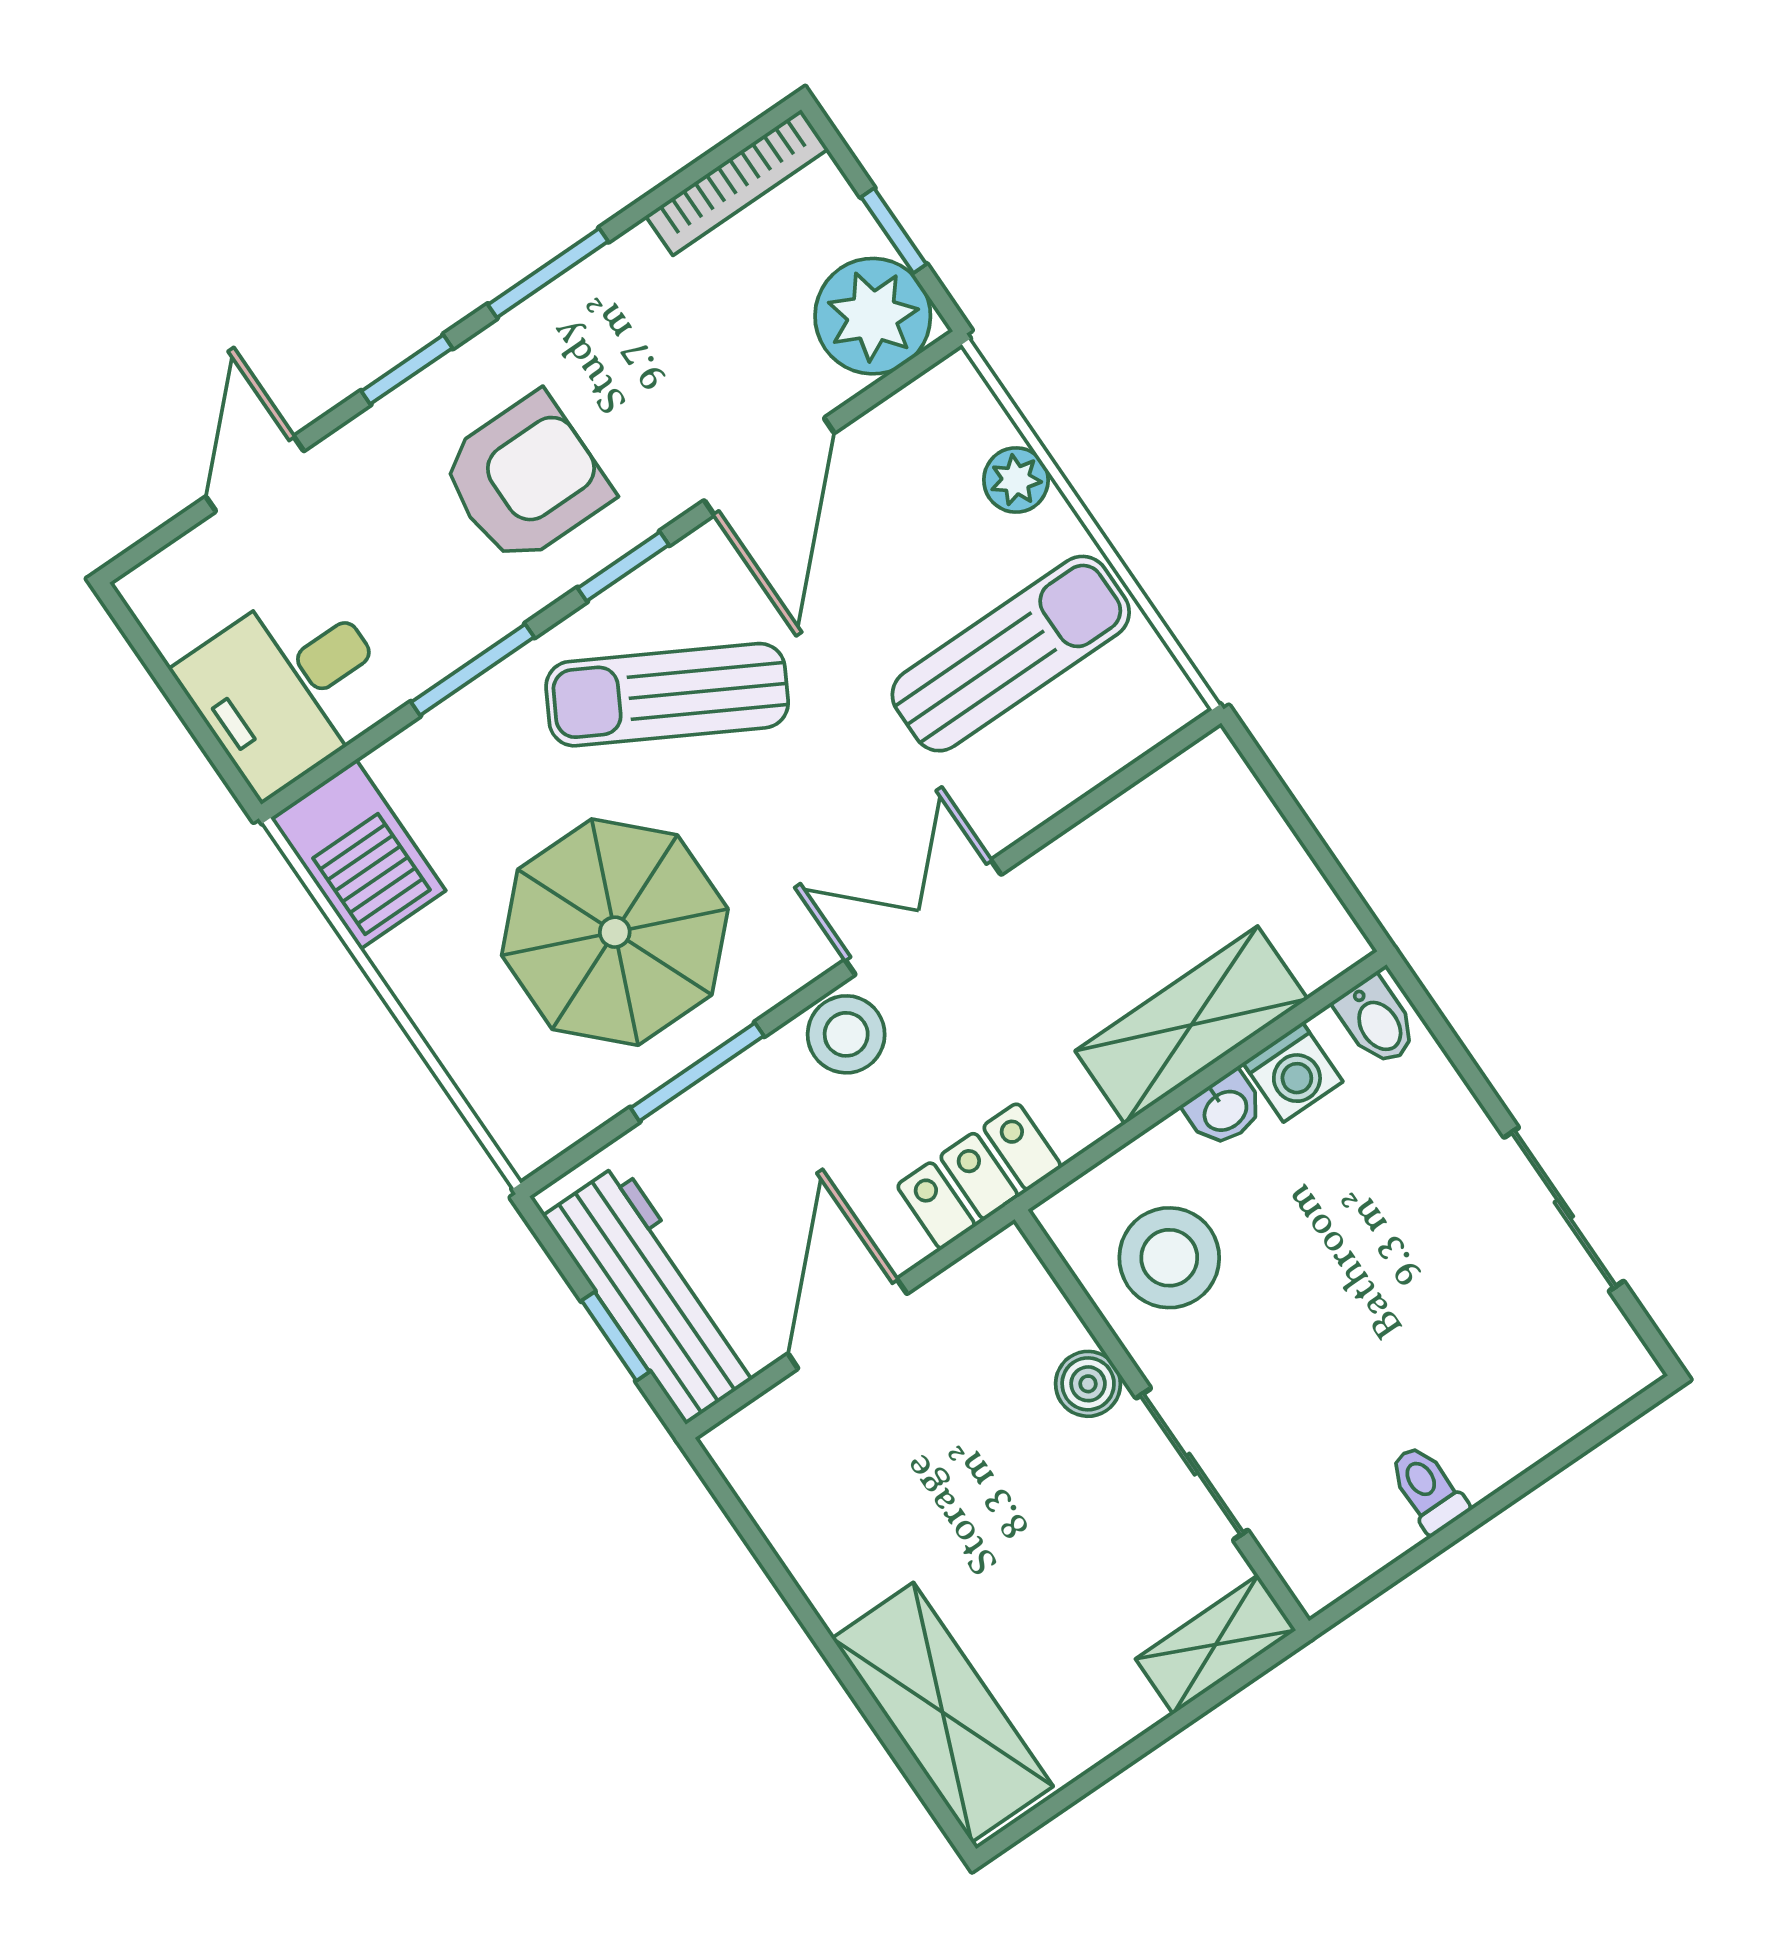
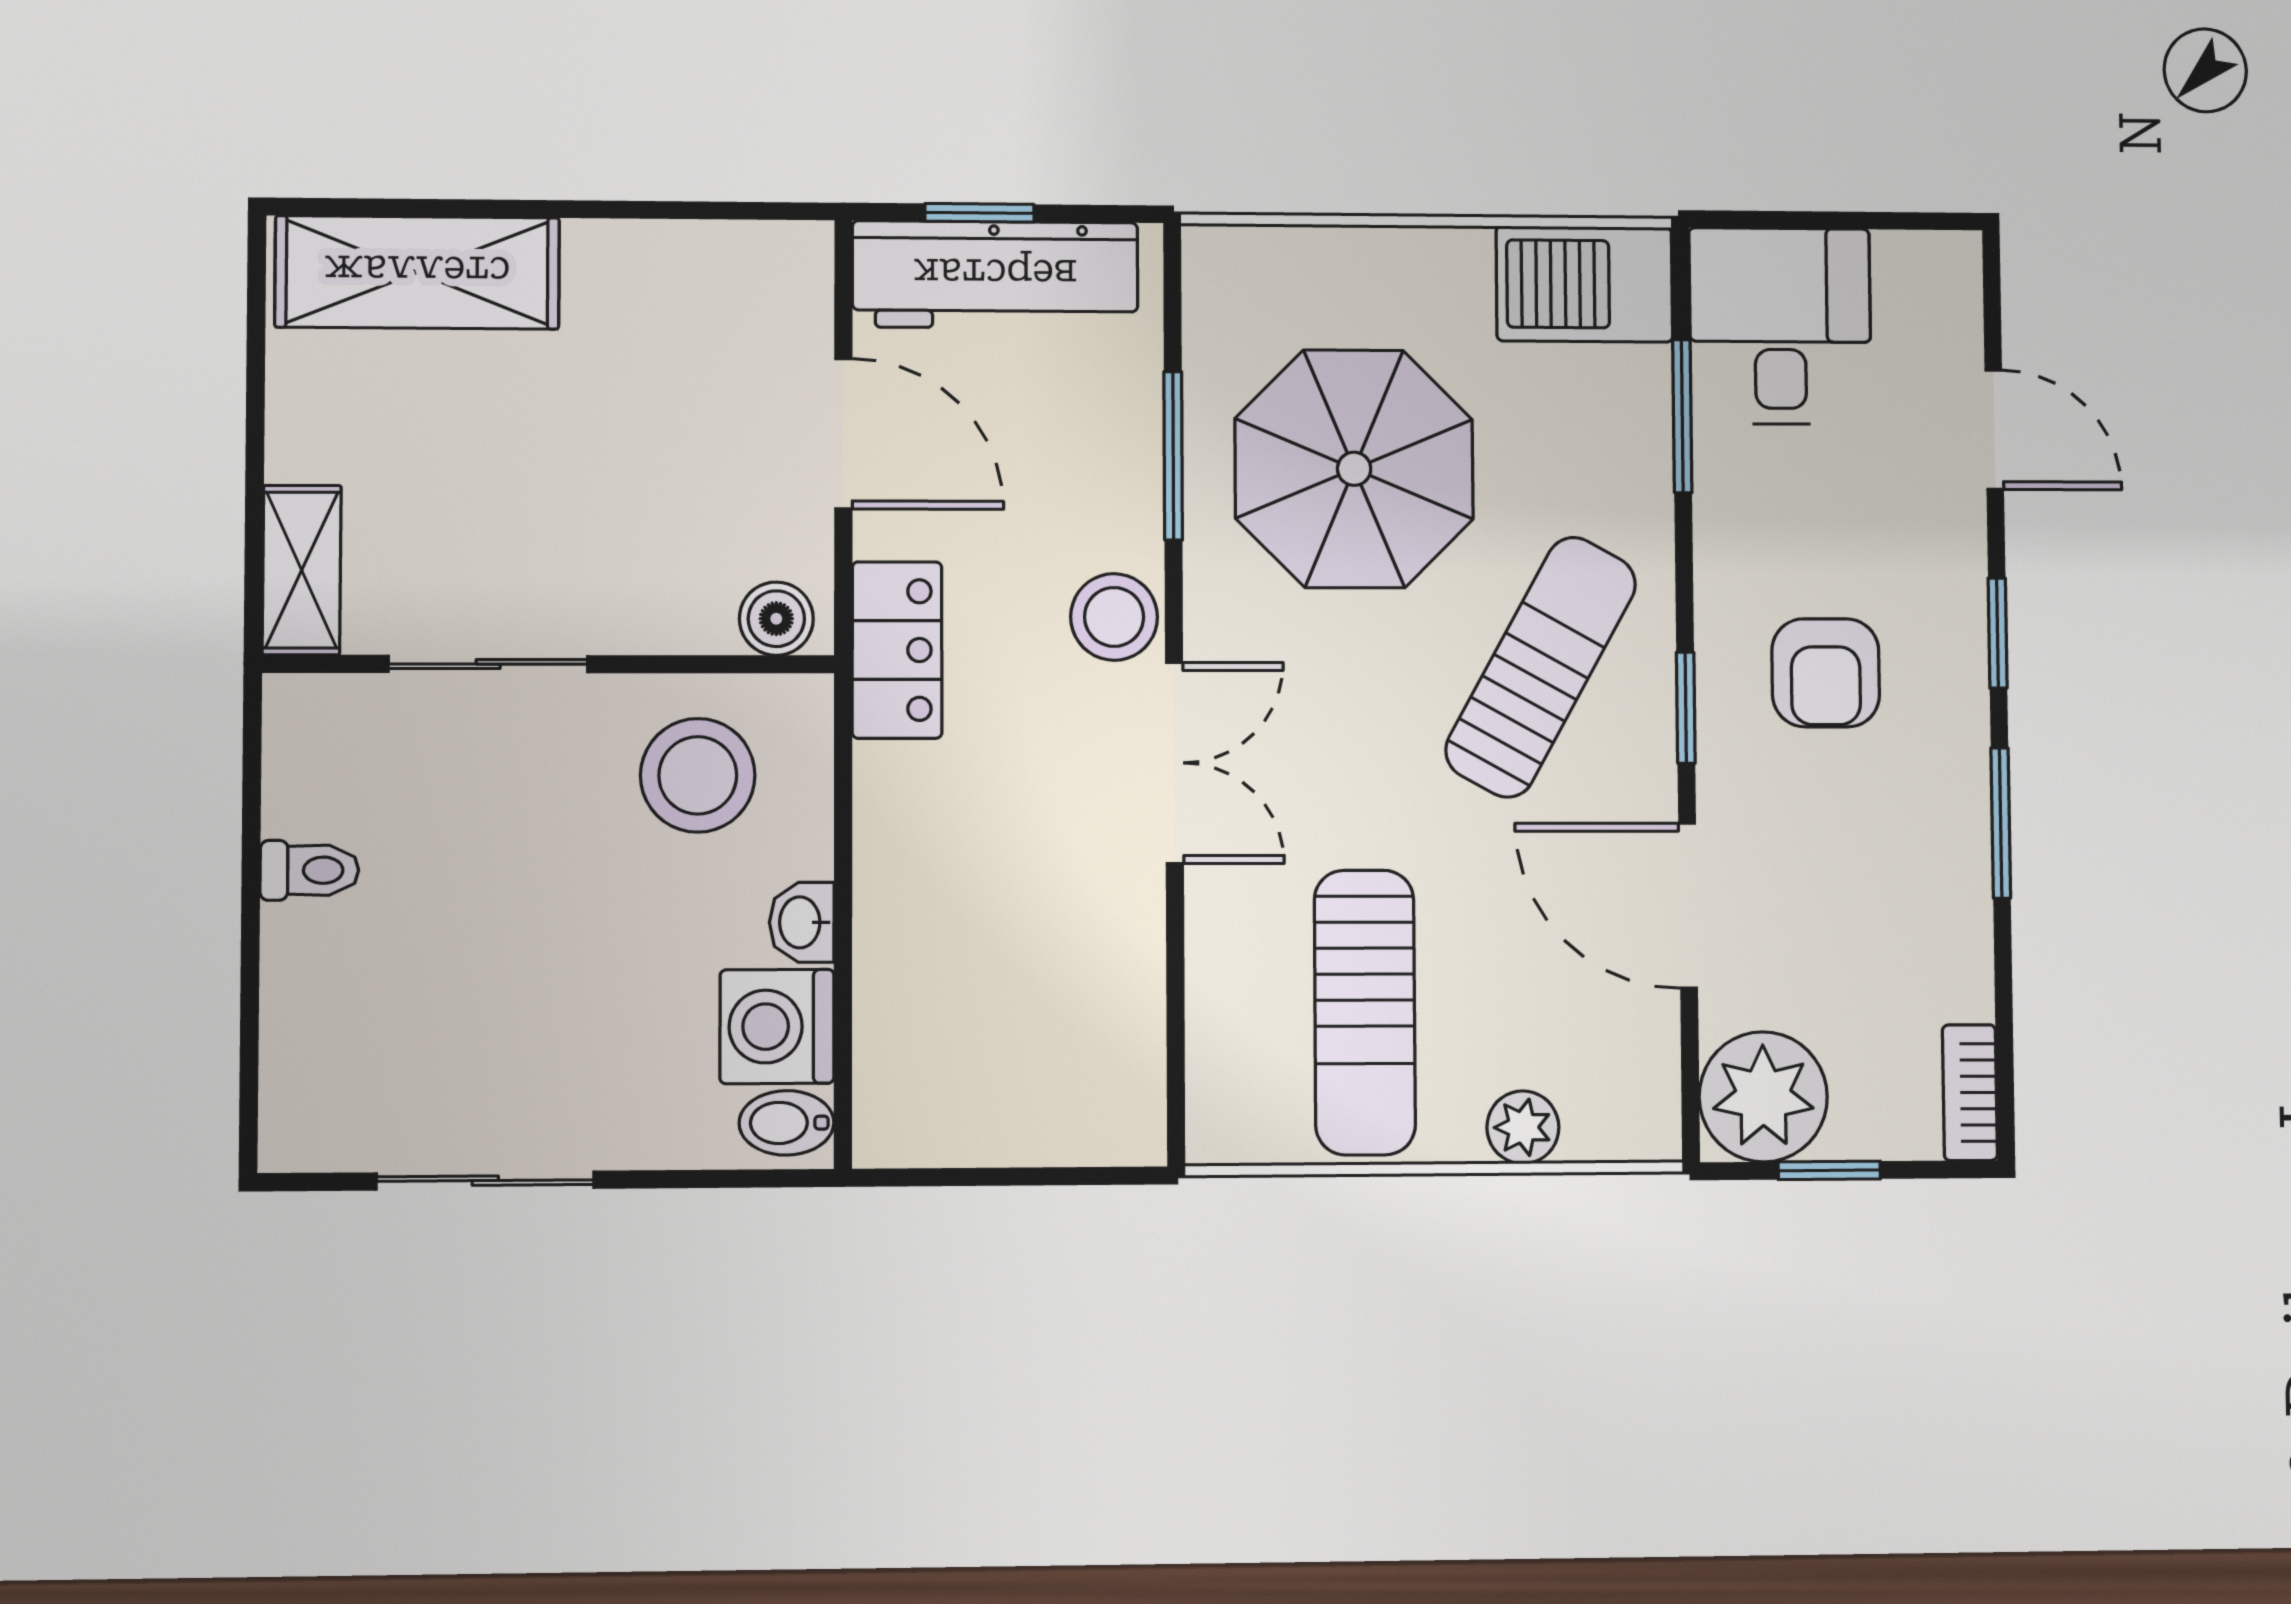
bookcase: (737, 182) -> (1970, 1093), width x0.64
armchair: (525, 479) -> (1826, 673), width x0.72, depth x0.72
window: (473, 670) -> (1682, 416), moved
shelving: (1191, 1025) -> (903, 945), removed
washing machine: (1293, 1072) -> (777, 1026), width x1.38, depth x1.38
boiler: (1088, 1384) -> (776, 619), moved

